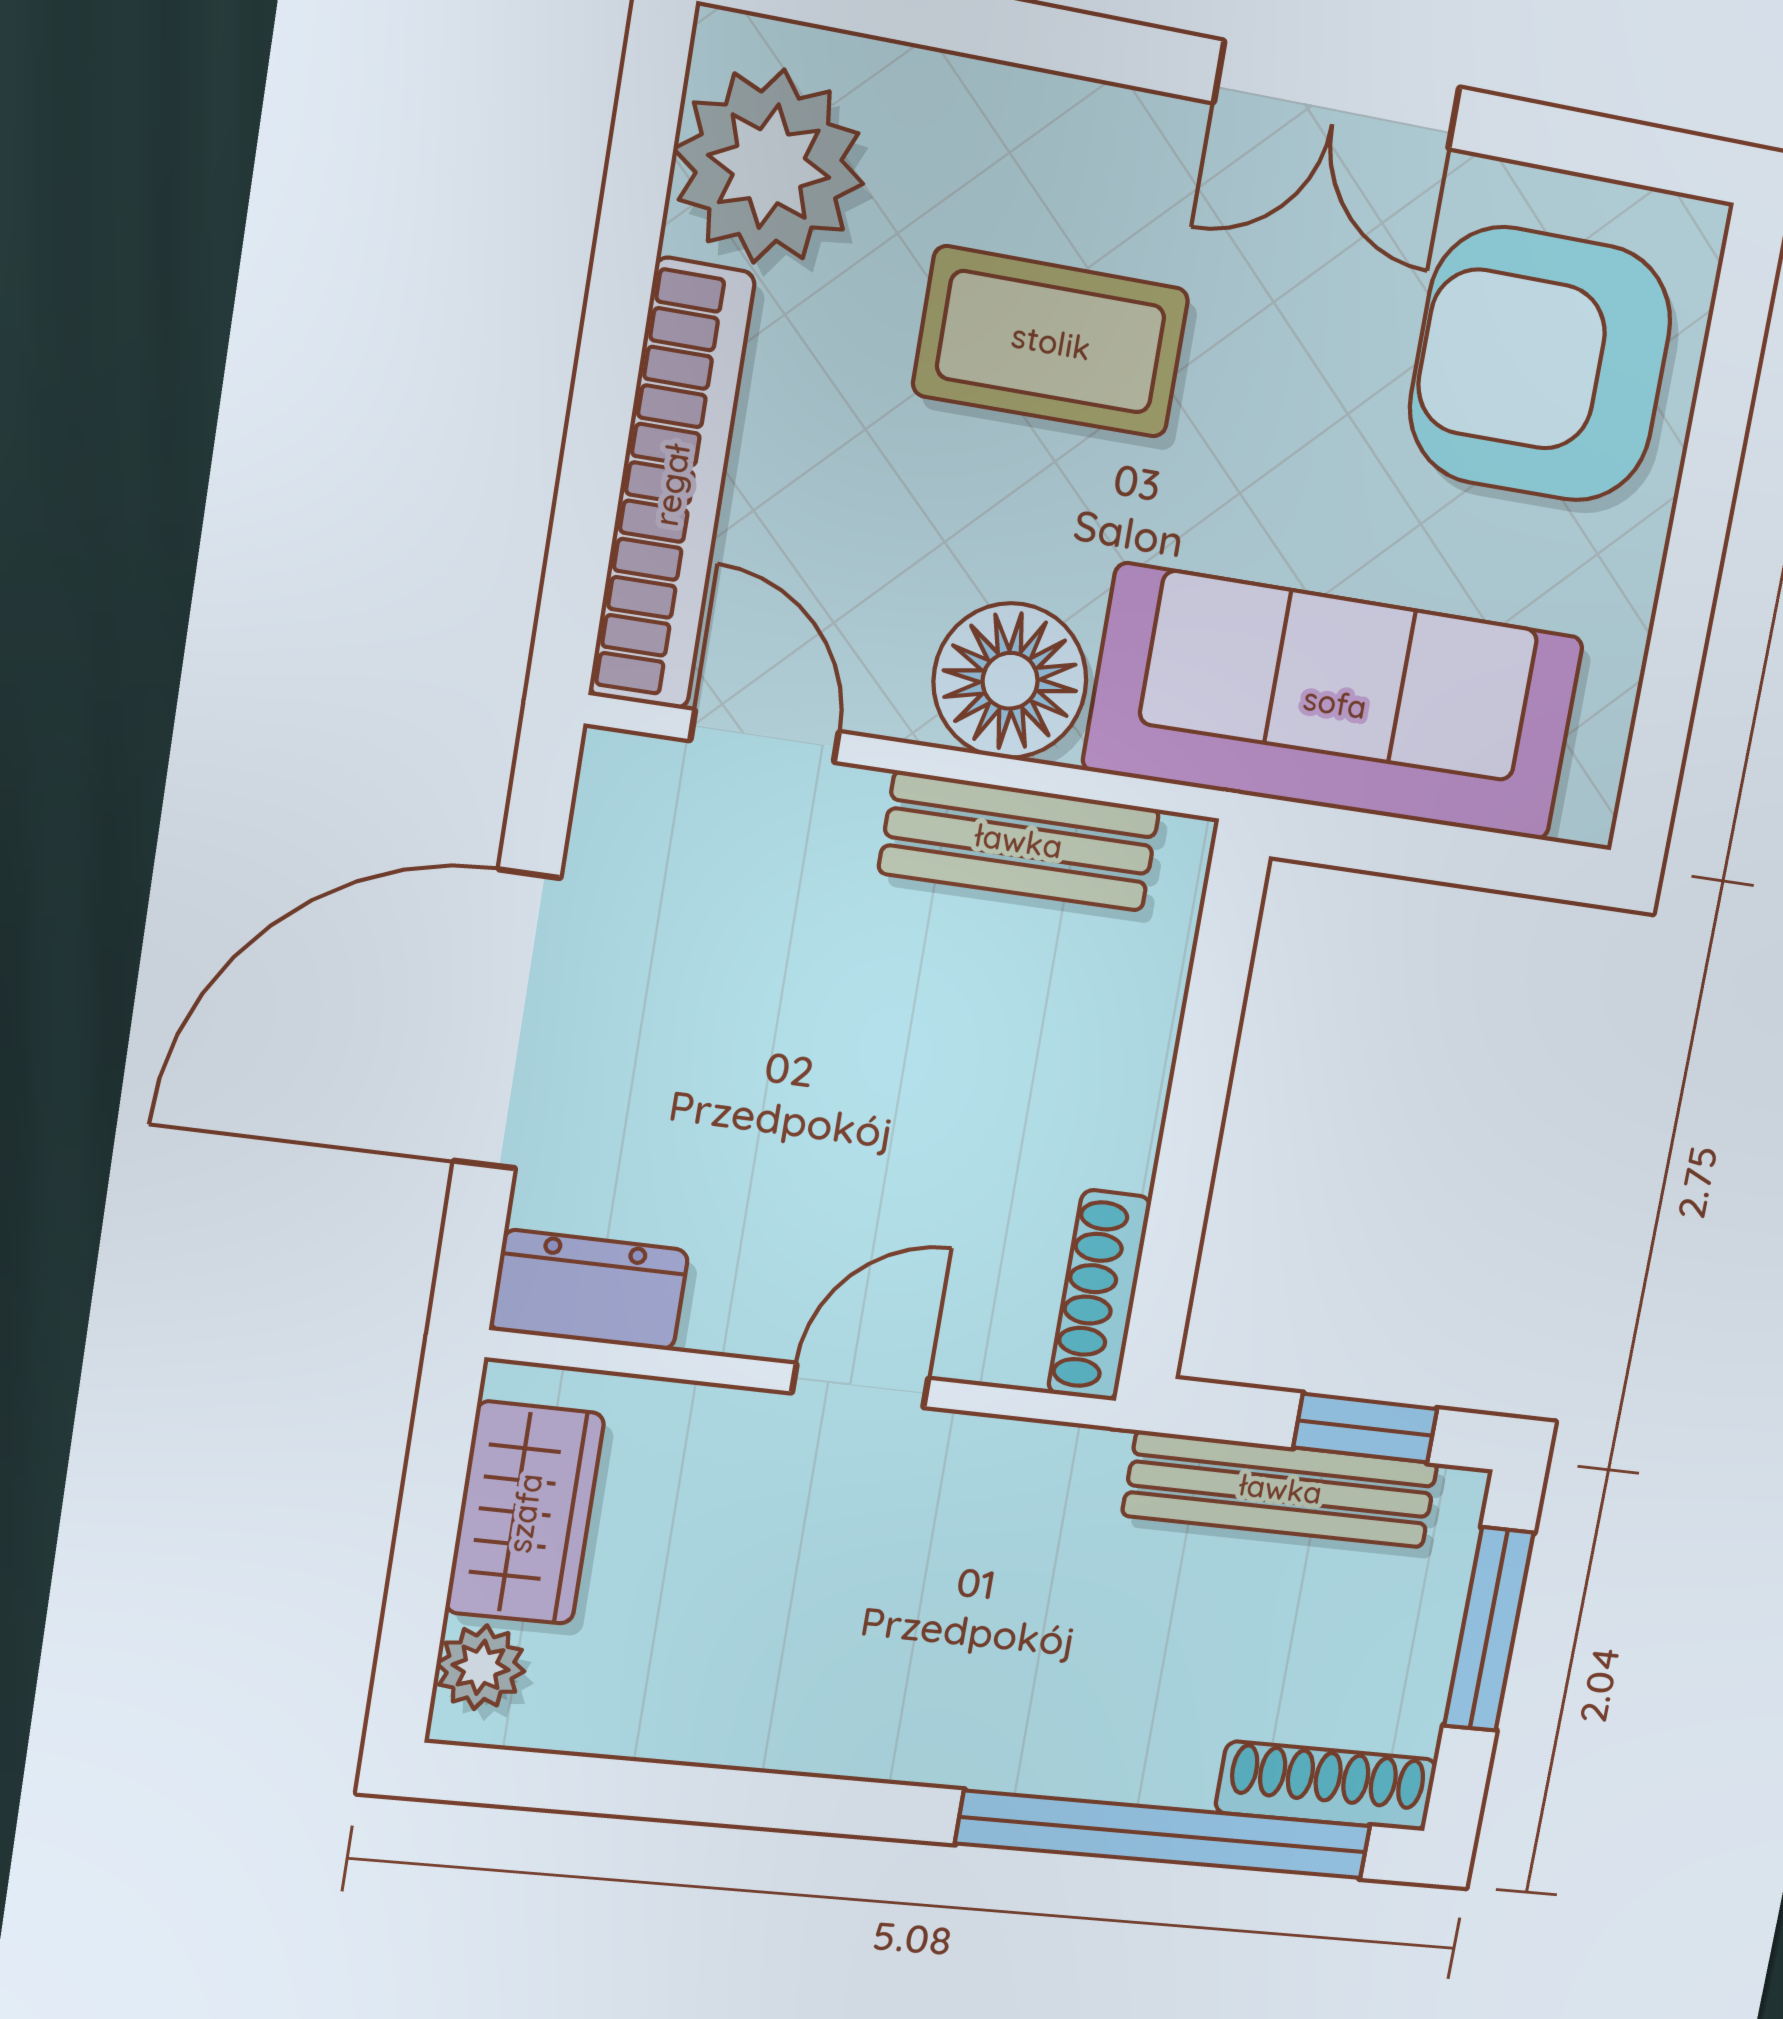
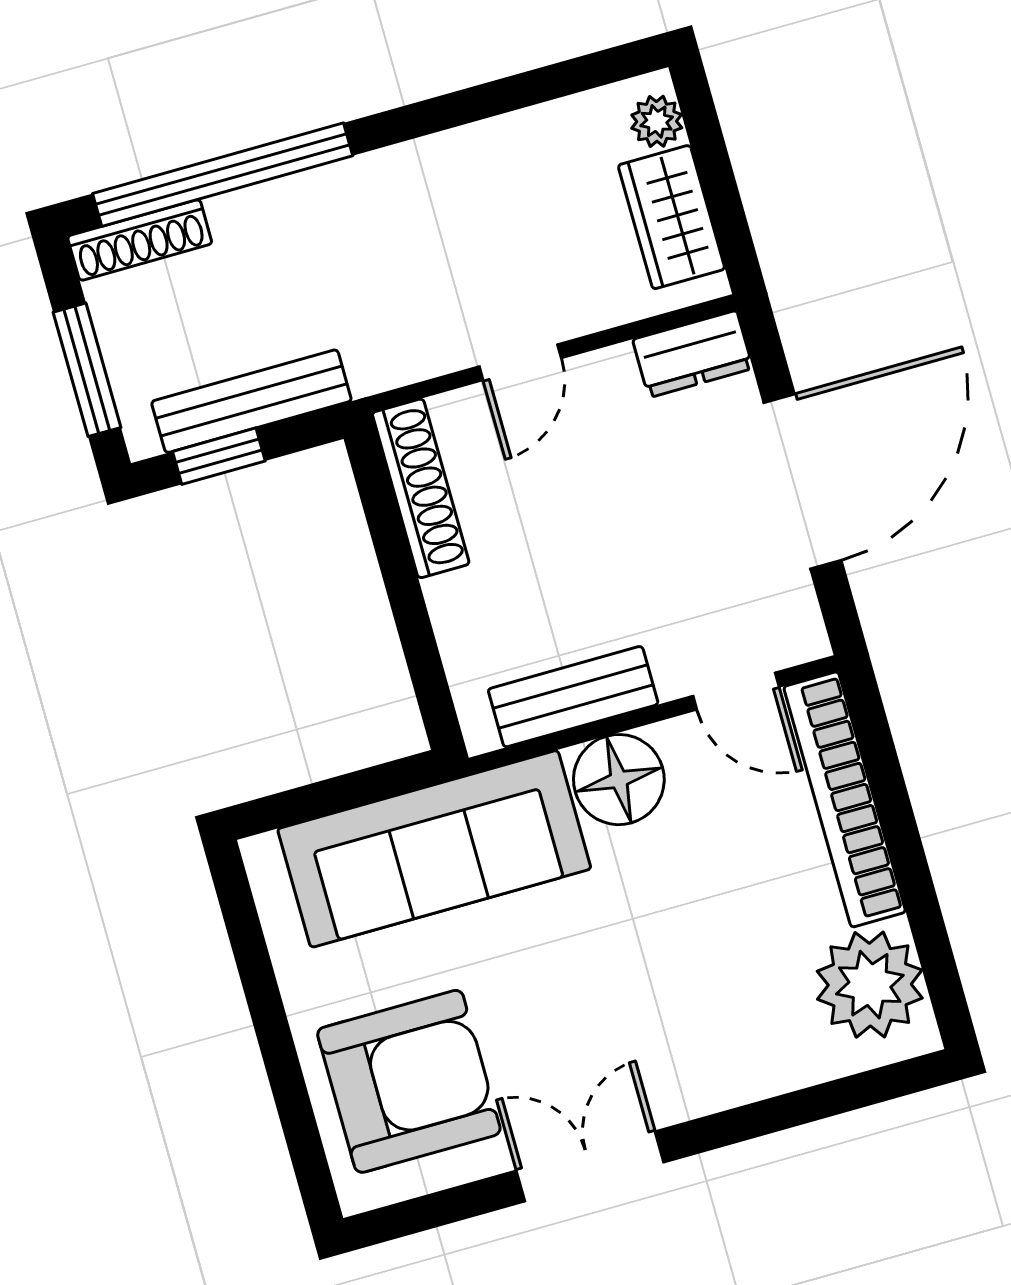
coffee table: (1051, 342) -> (681, 966), removed
shoe rack: (1099, 1295) -> (421, 488), width x1.36, depth x1.24

